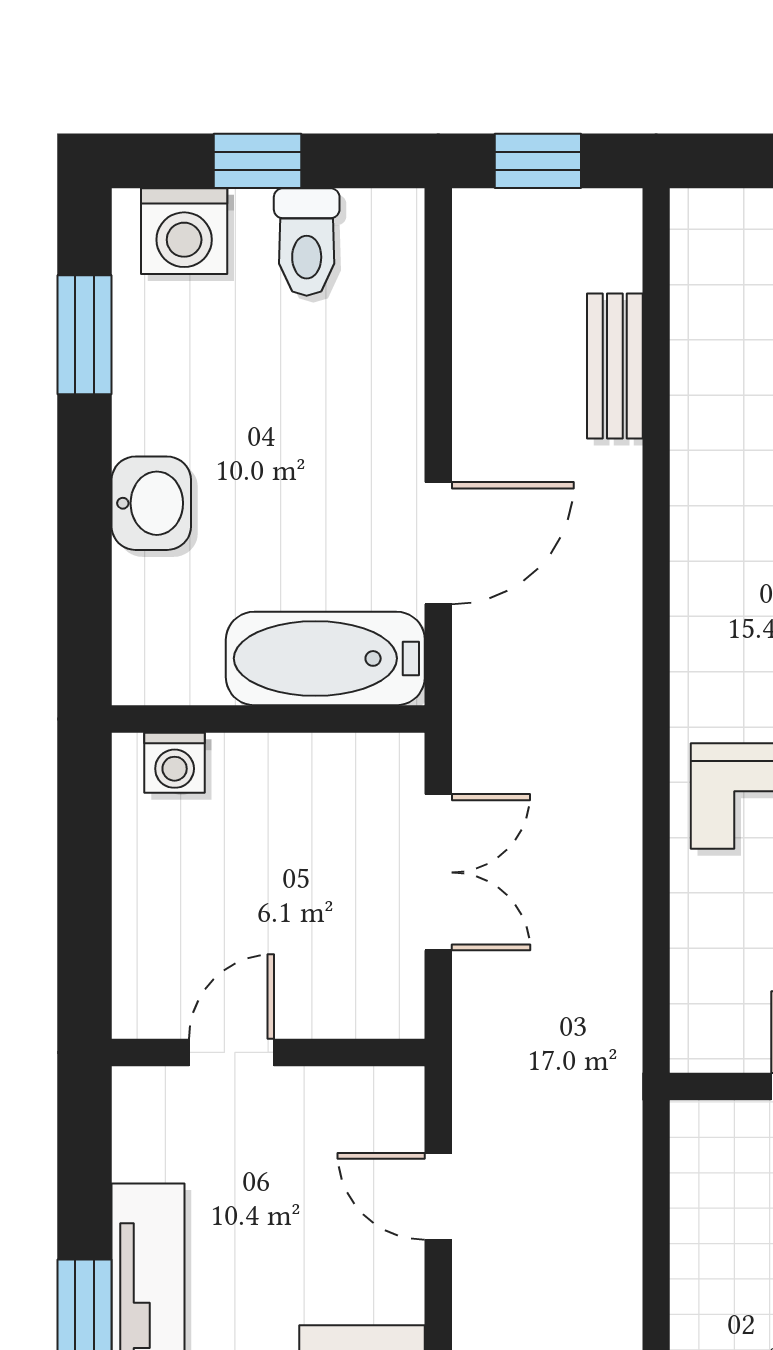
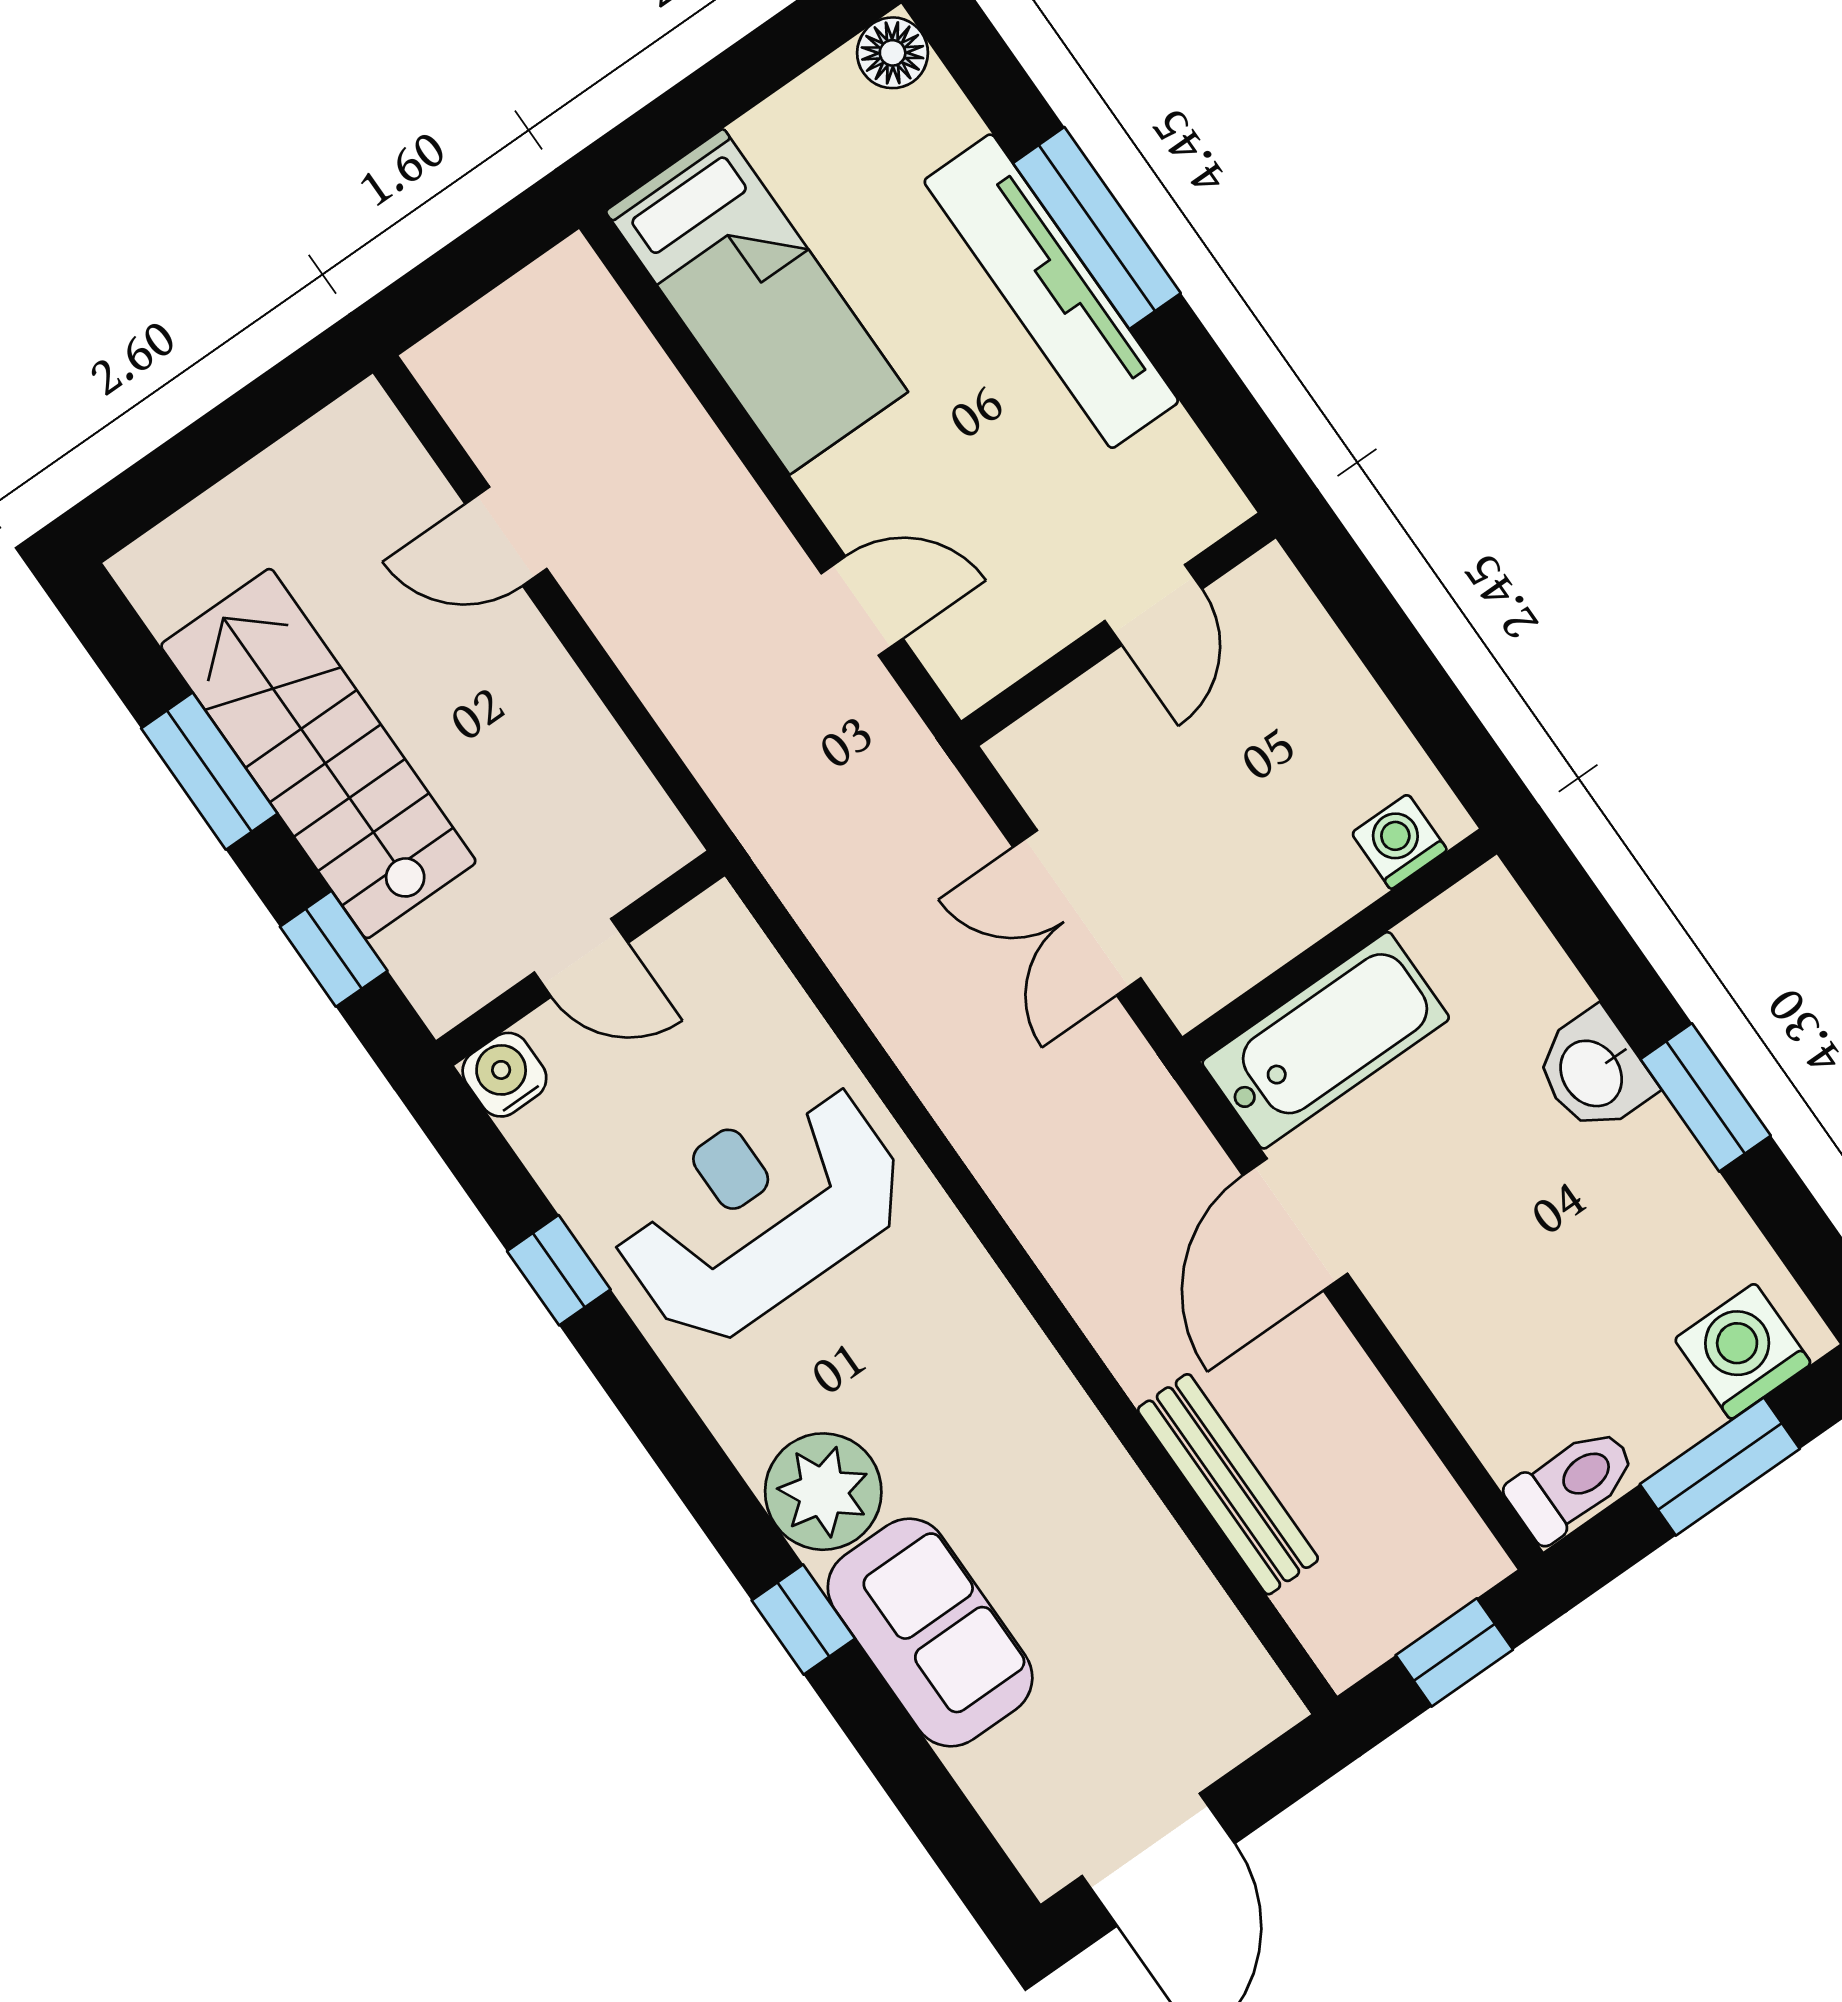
window: (258, 161) -> (1720, 1467), width x1.50
toilet: (307, 242) -> (1572, 1484), moved, turned 90
window: (84, 335) -> (1706, 1097), moved
bench: (615, 366) -> (1228, 1484), width x1.36

